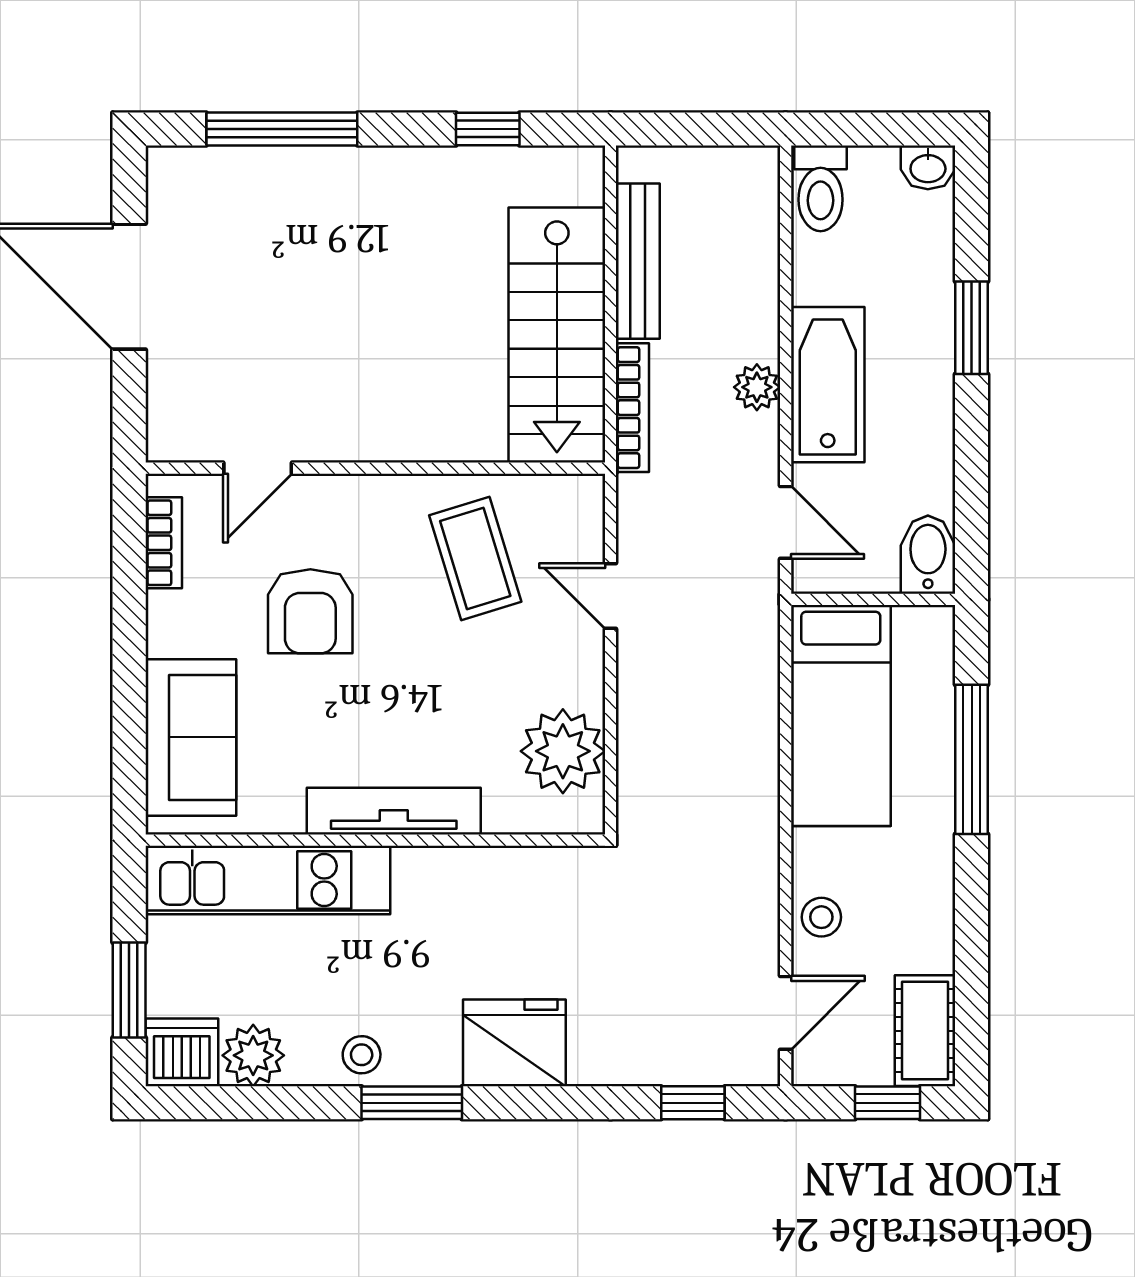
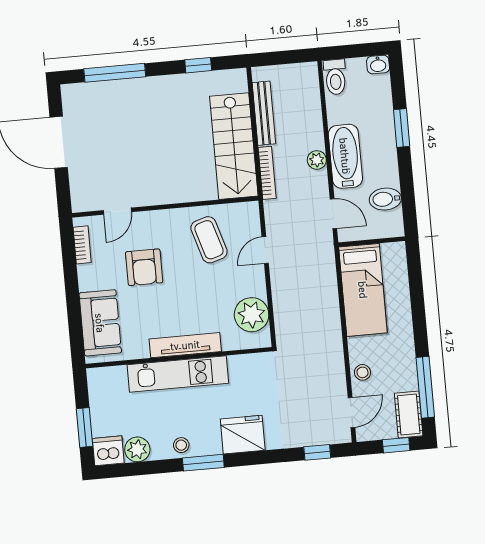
bidet: (928, 555) -> (385, 199), moved, turned -90
door: (610, 596) -> (265, 250), hinge flipped
window: (972, 759) -> (425, 387), moved
kitchen unit: (268, 880) -> (178, 374), moved

